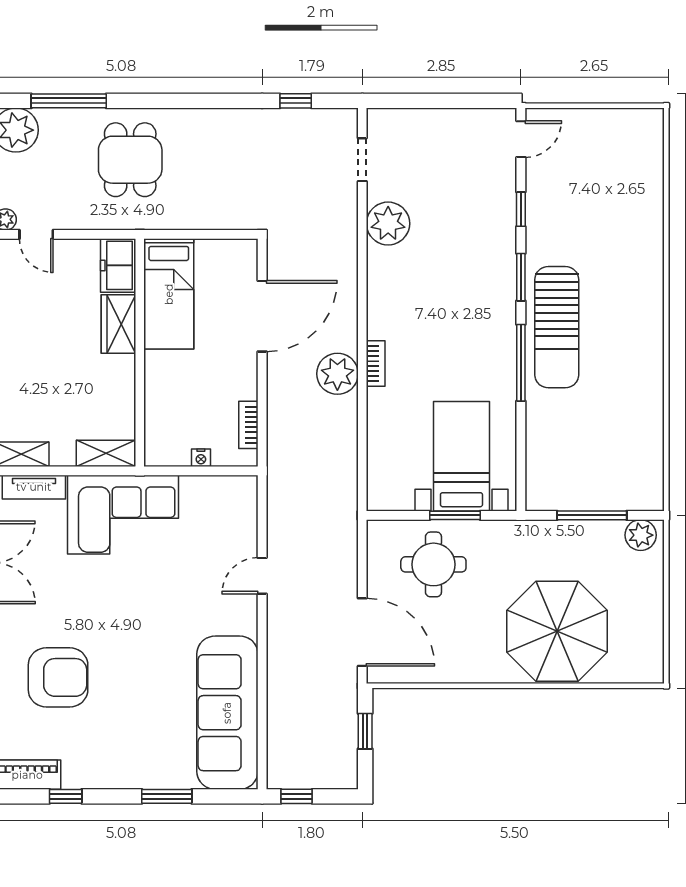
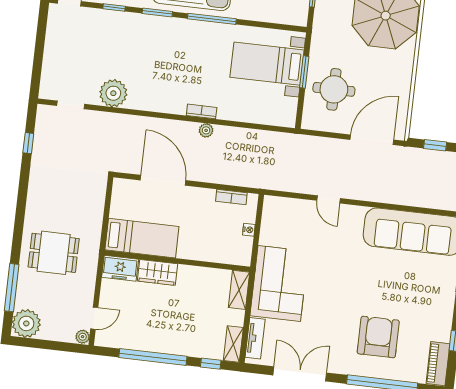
plant: (337, 374) -> (206, 130), width x0.53, depth x0.53

